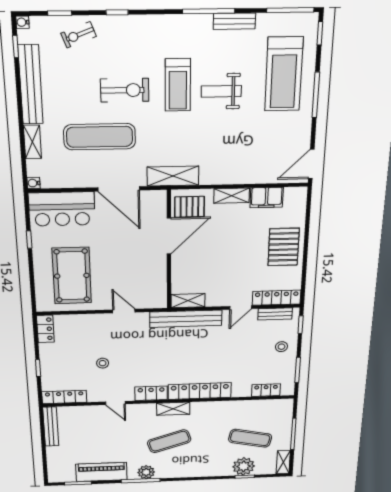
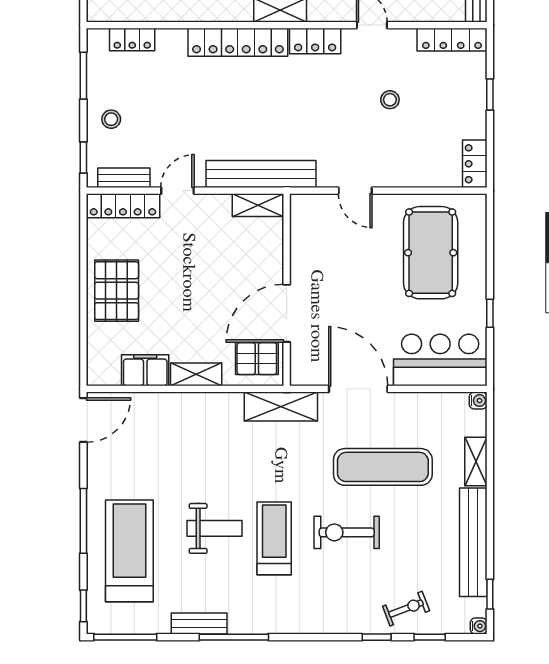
window: (117, 12) -> (377, 637), moved

